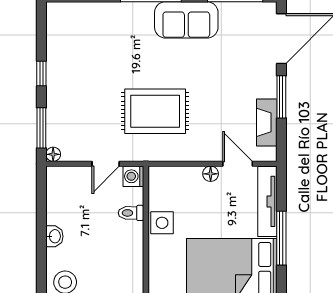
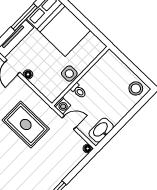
window: (41, 128) -> (82, 165), removed
washbasin: (54, 236) -> (101, 130), moved, width x1.91, depth x1.45

